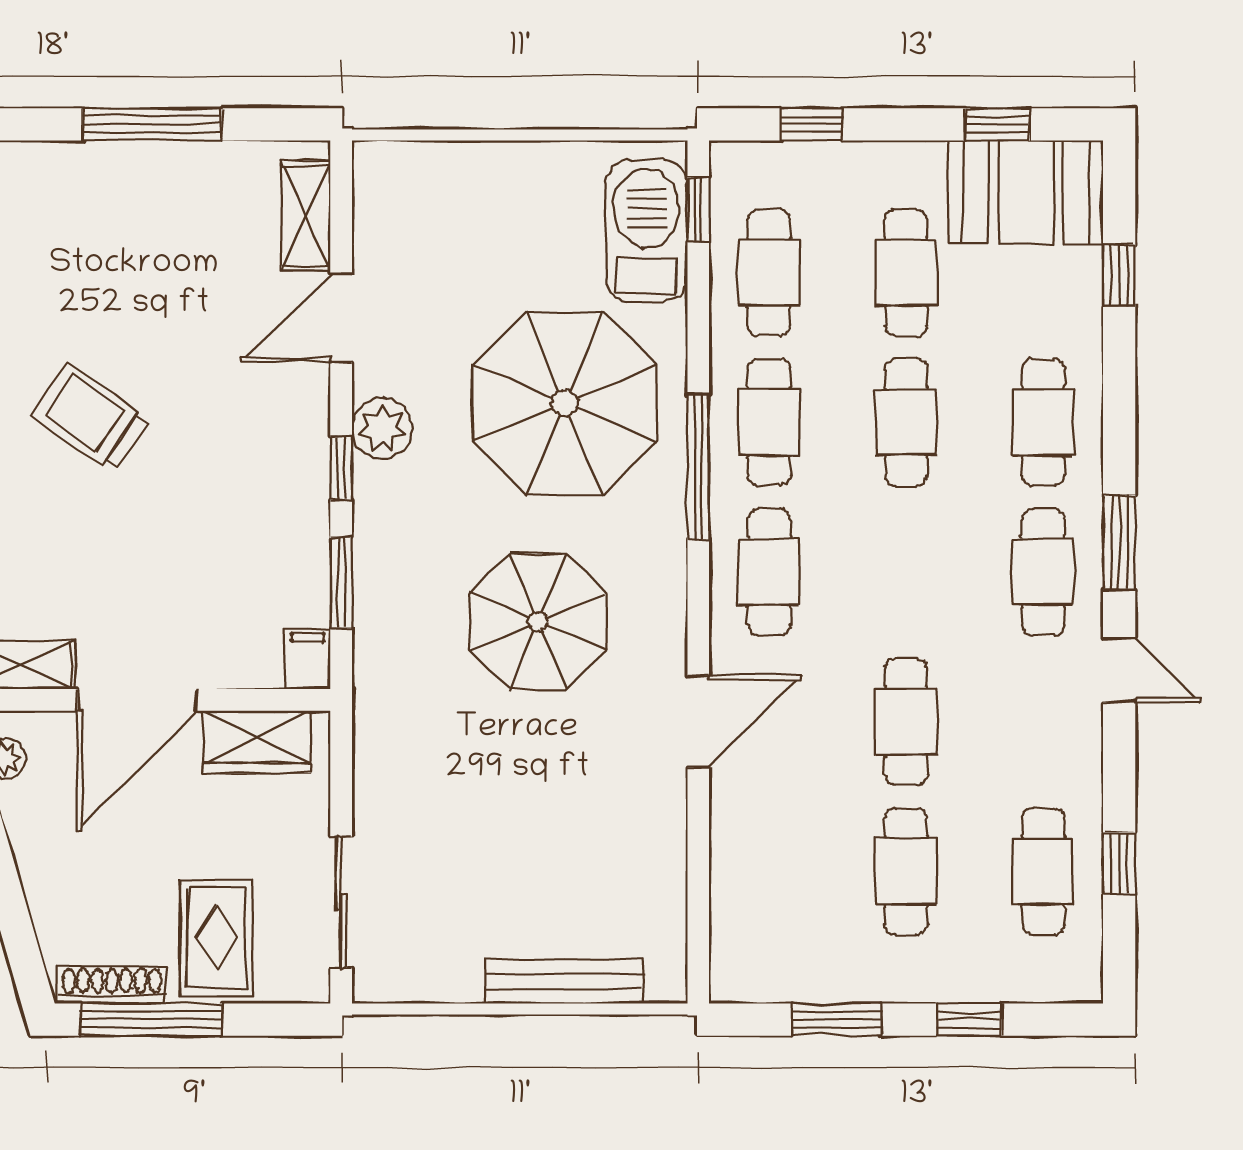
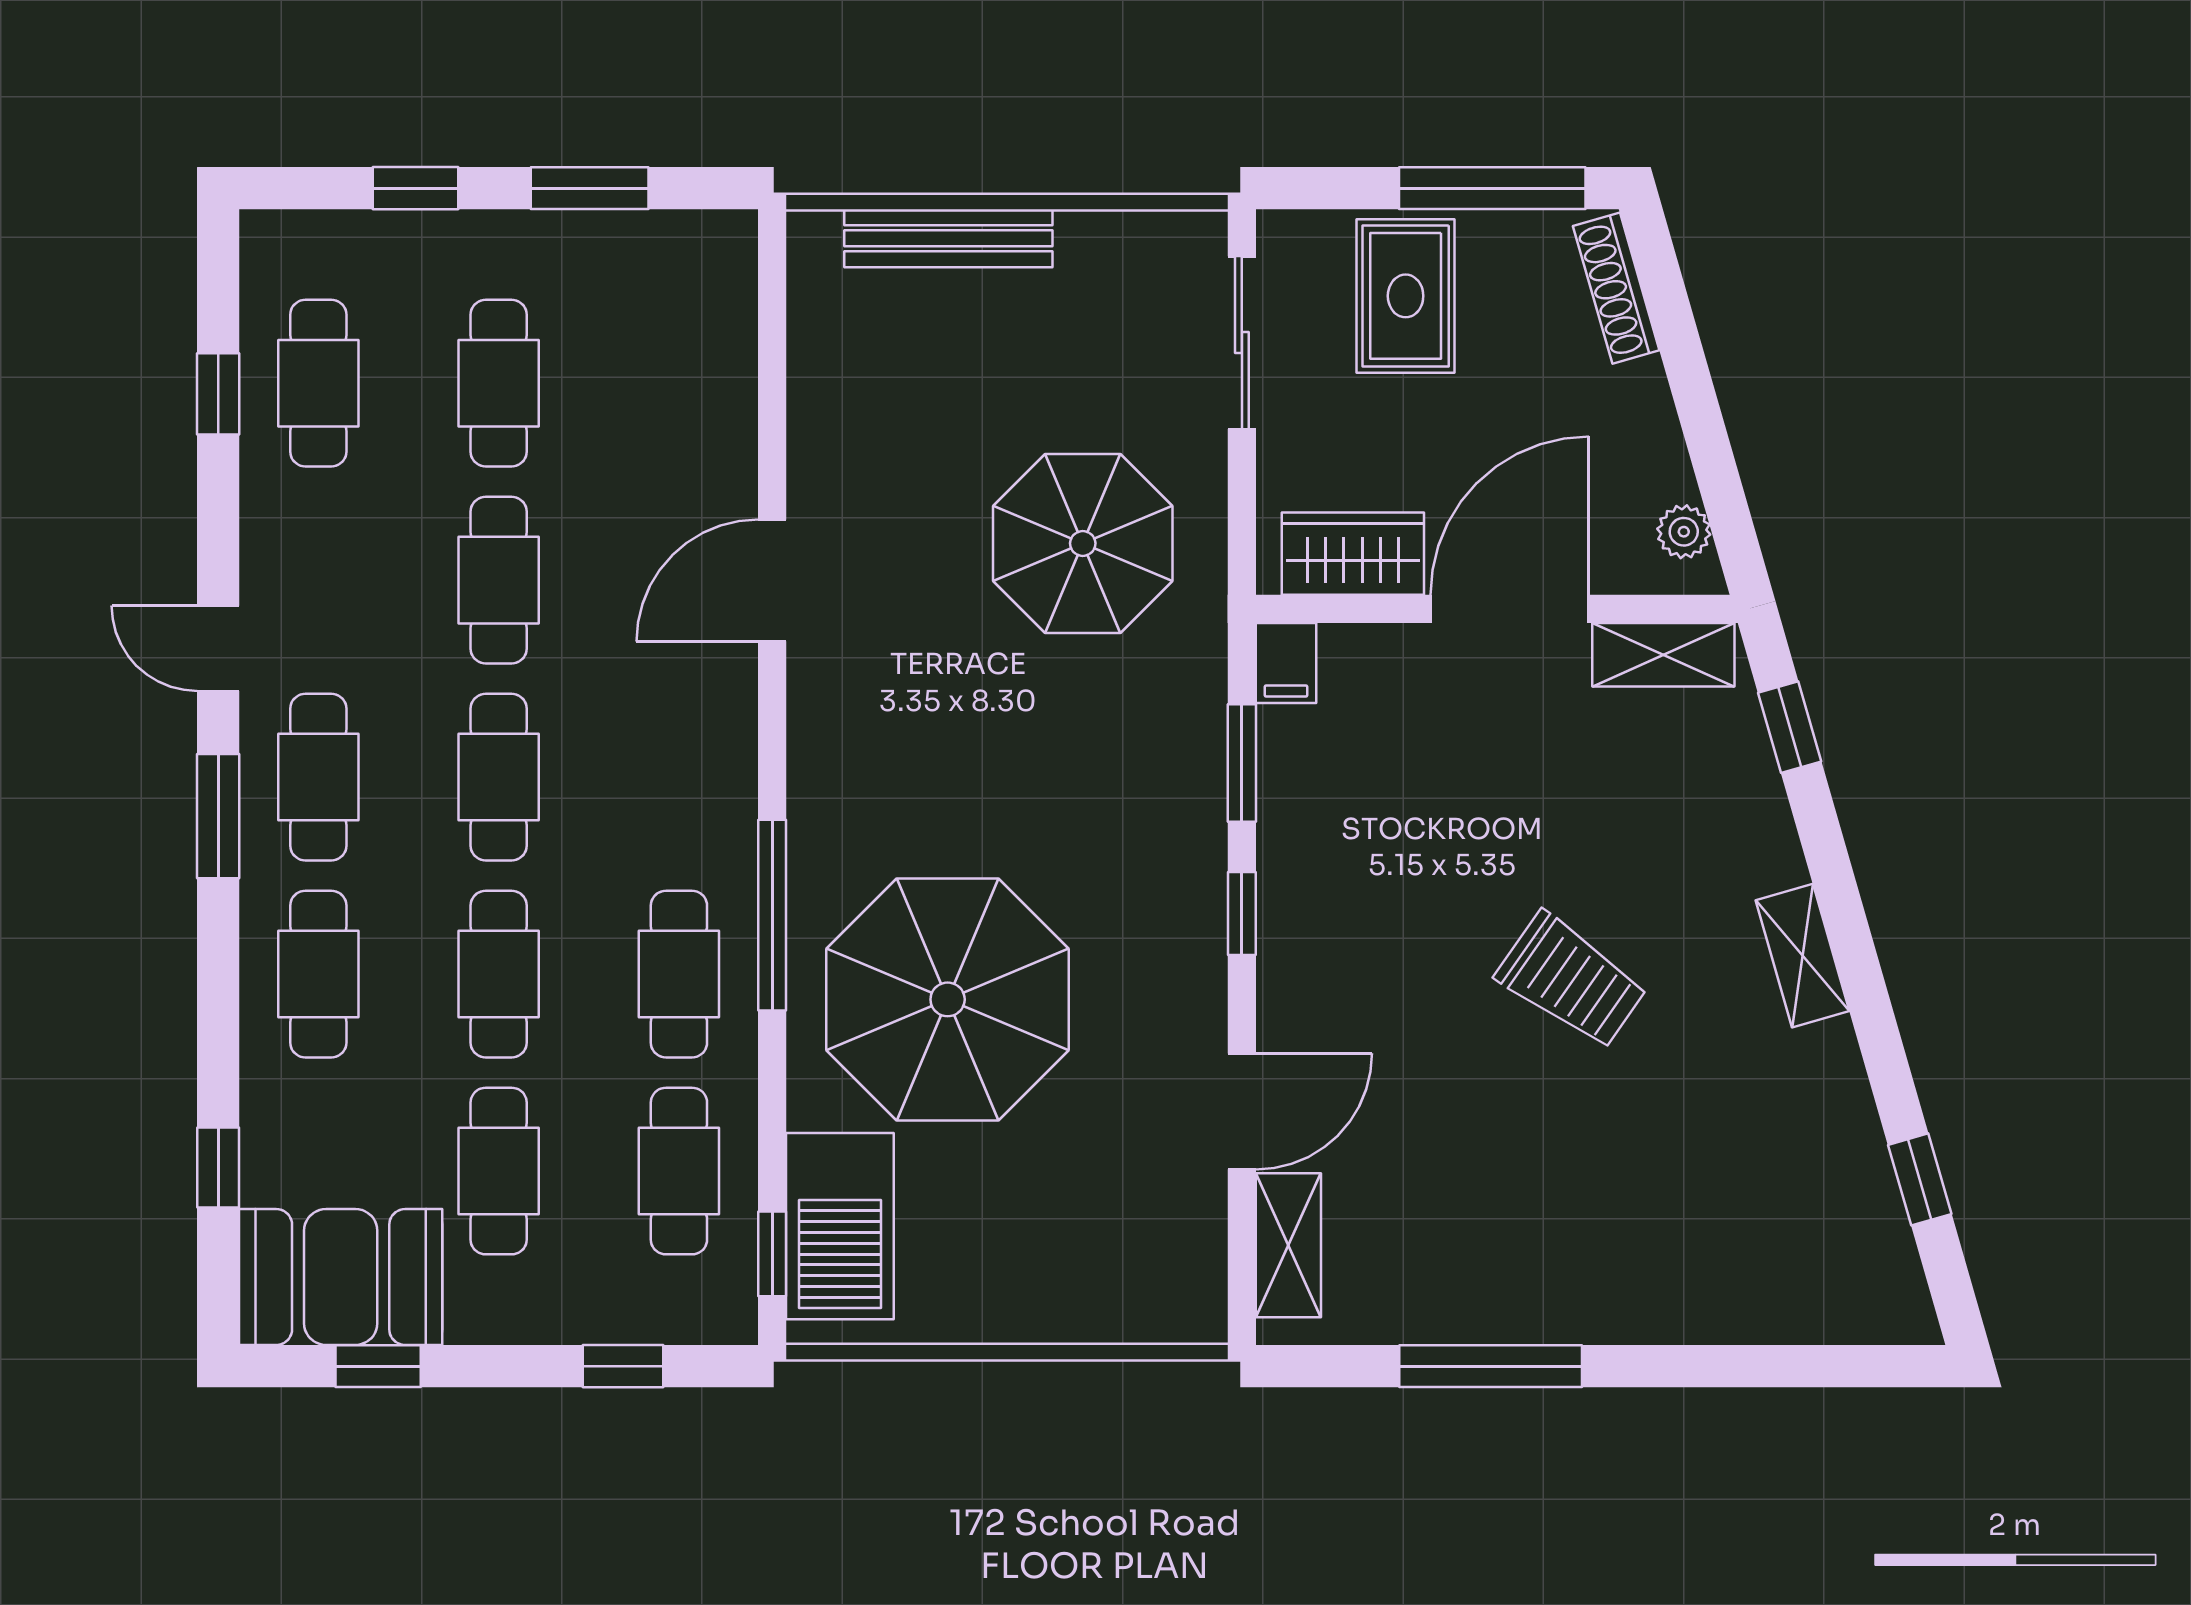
plant: (382, 428) -> (1188, 966), removed
cafe table: (769, 572) -> (499, 777), moved
parasol: (538, 621) -> (1083, 543), moved
shoe rack: (112, 985) -> (1616, 288), moved, turned 74

